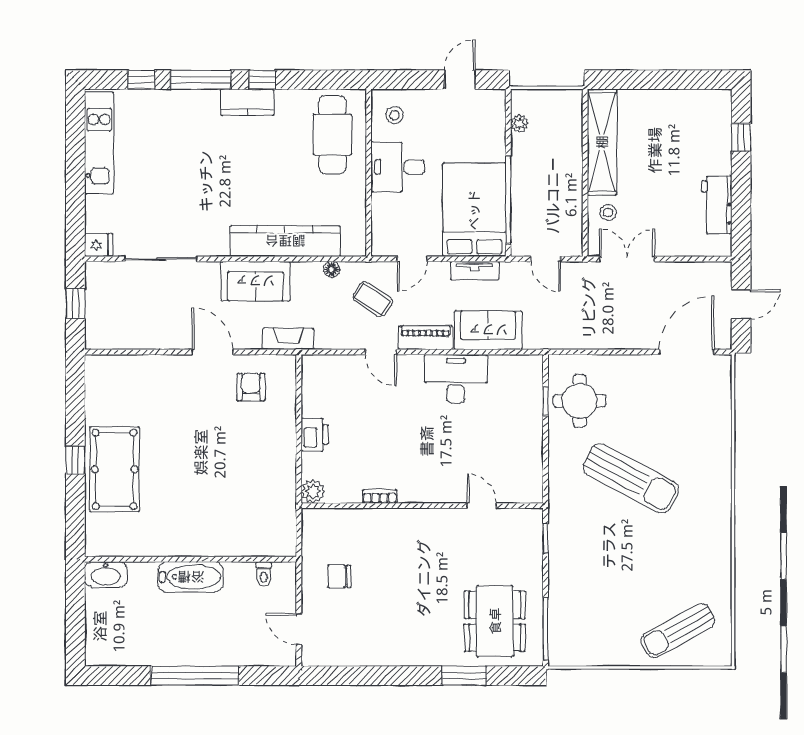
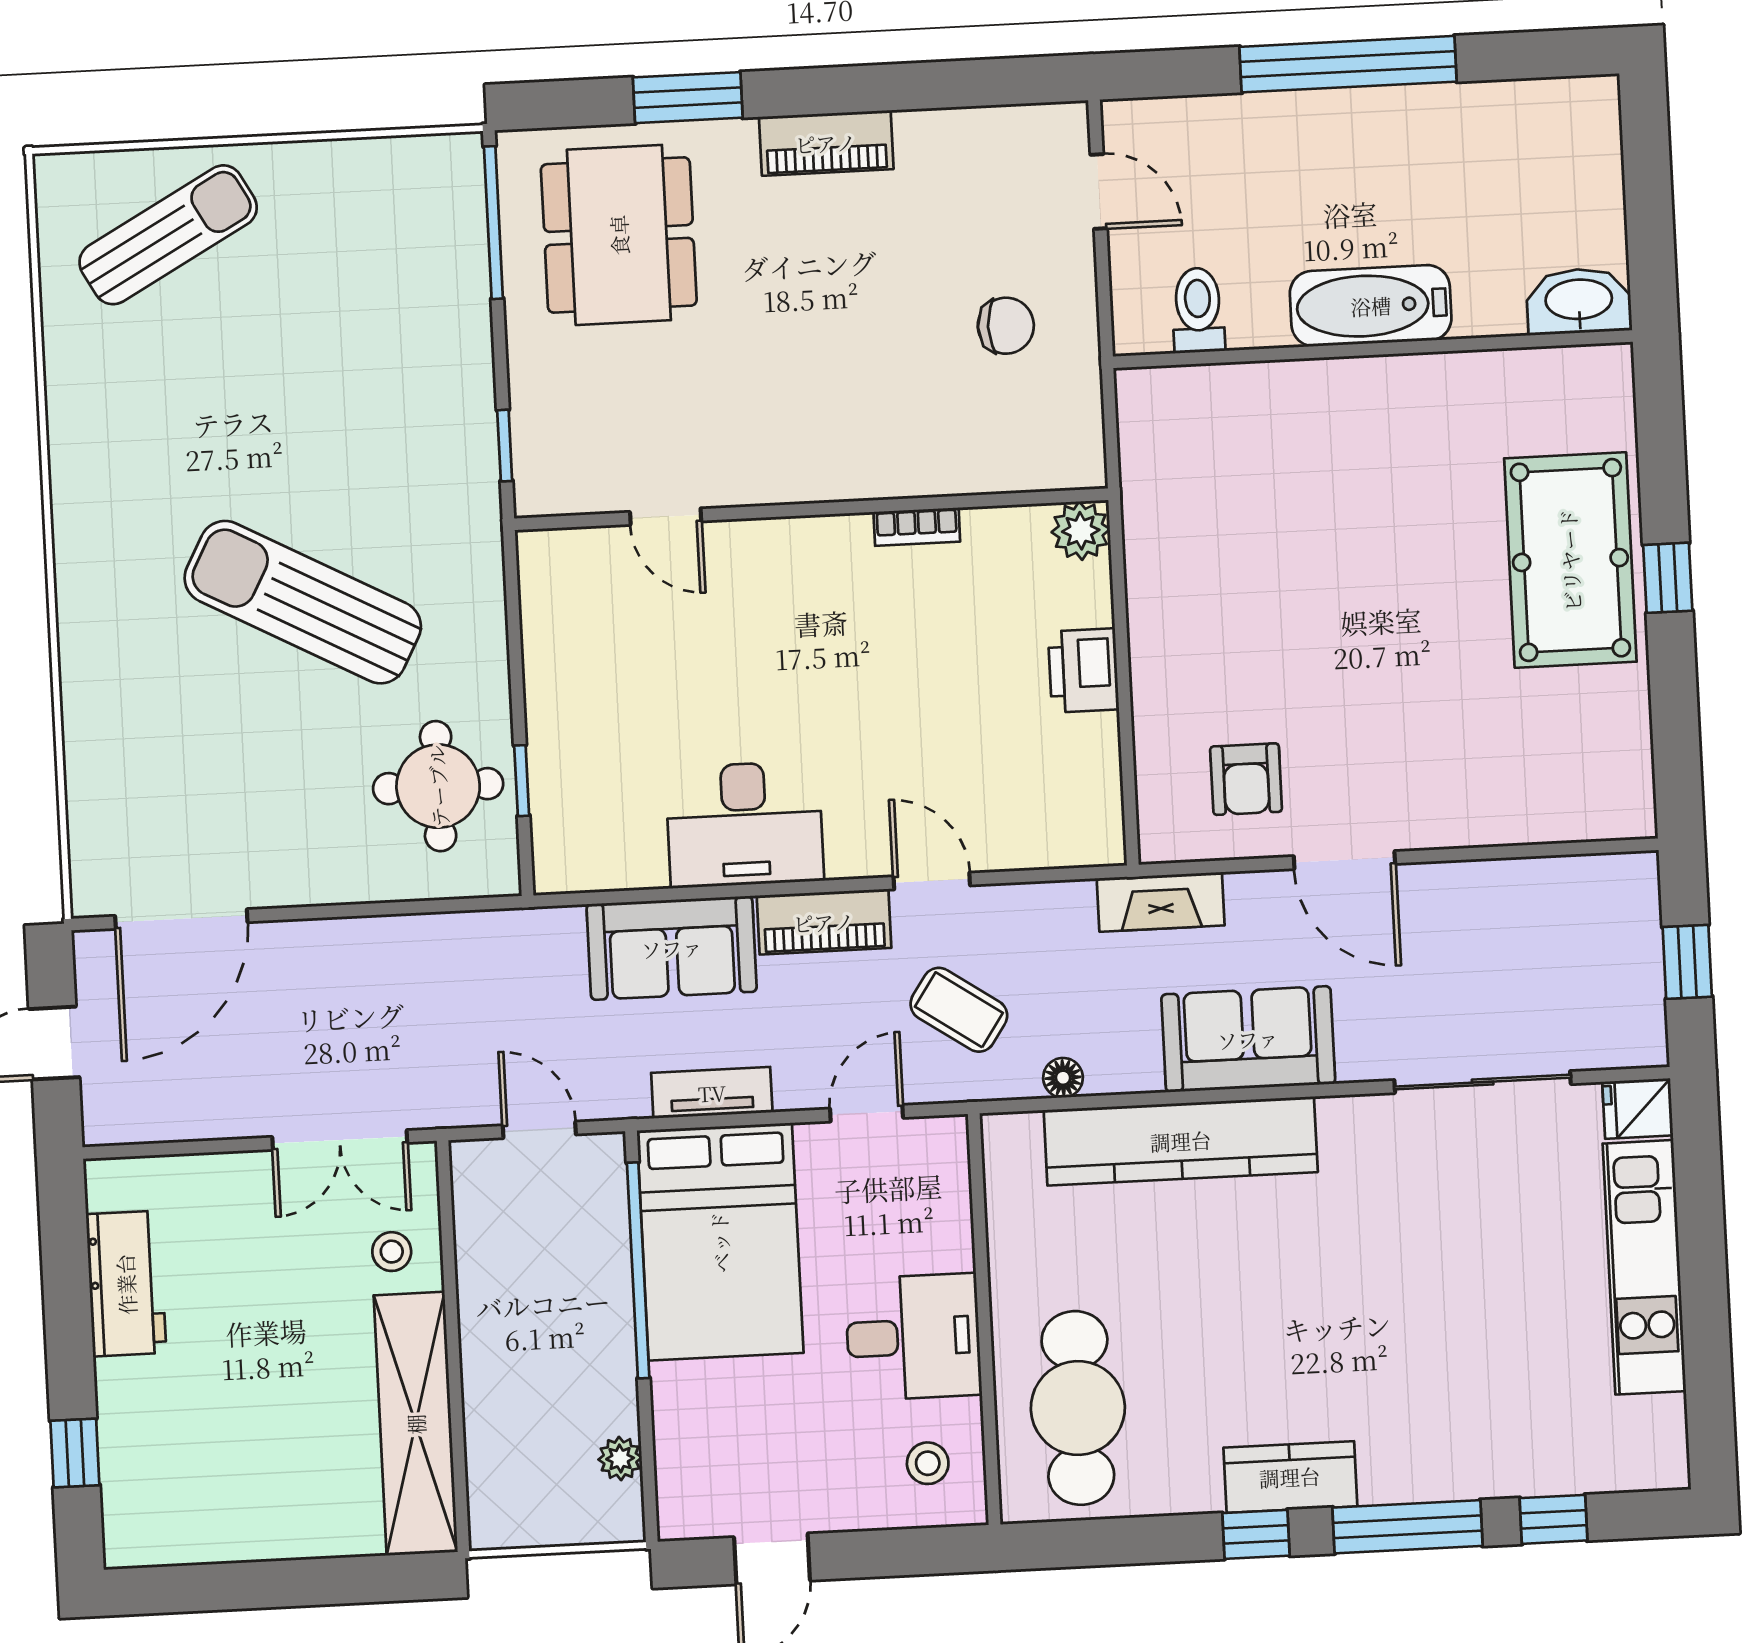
kitchen unit: (99, 143) -> (1644, 1267), moved
toilet: (264, 574) -> (1198, 310), width x1.37, depth x1.39
piano: (409, 654) -> (826, 143), added

